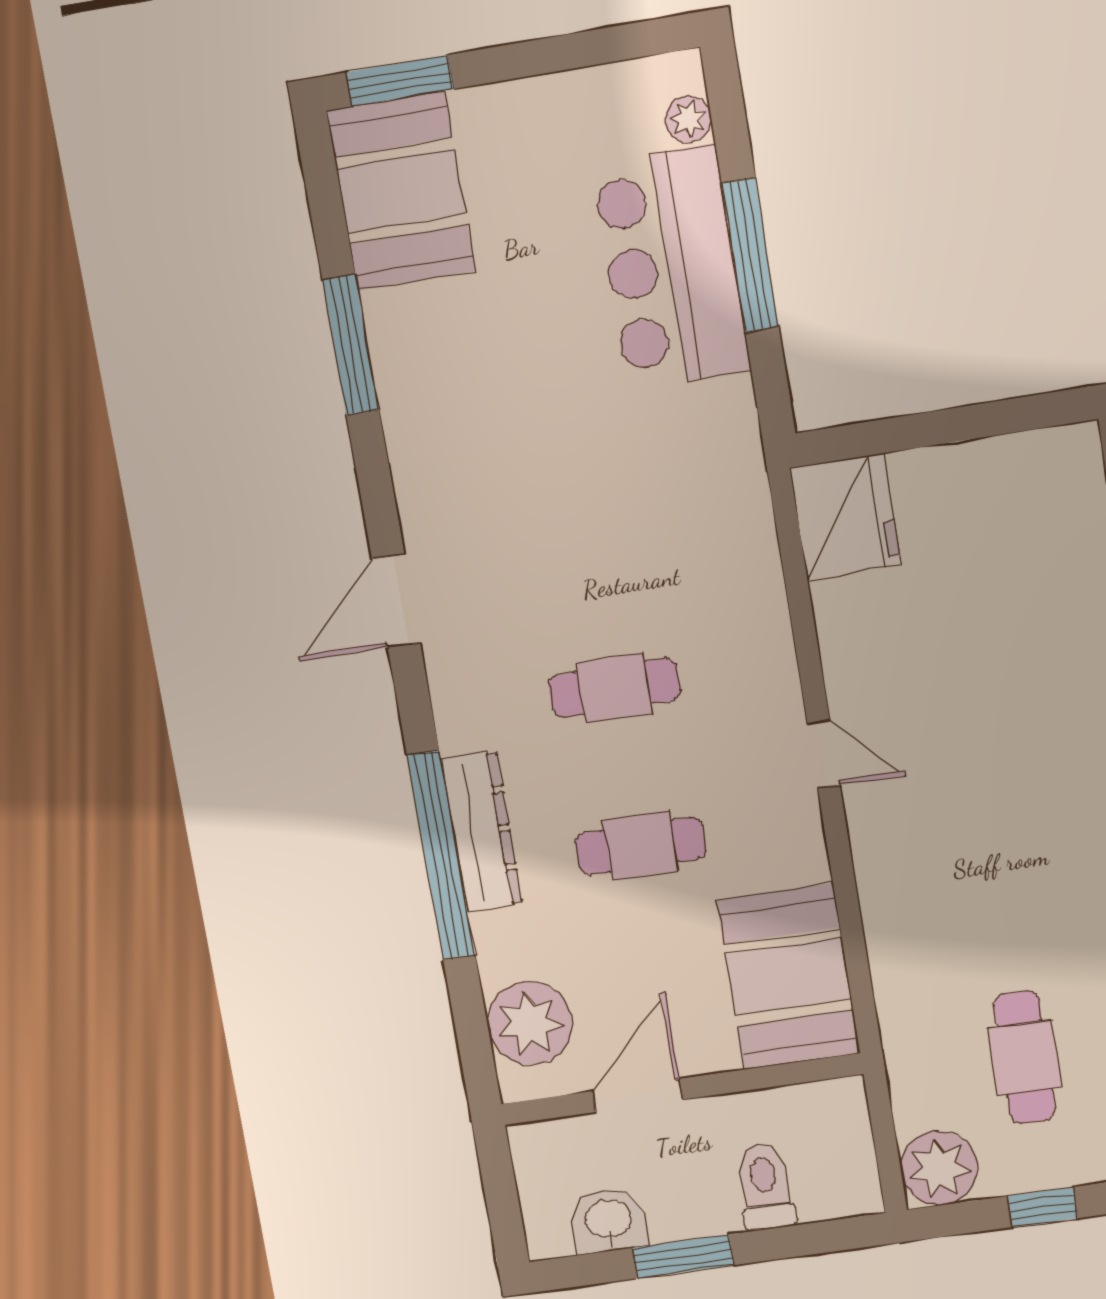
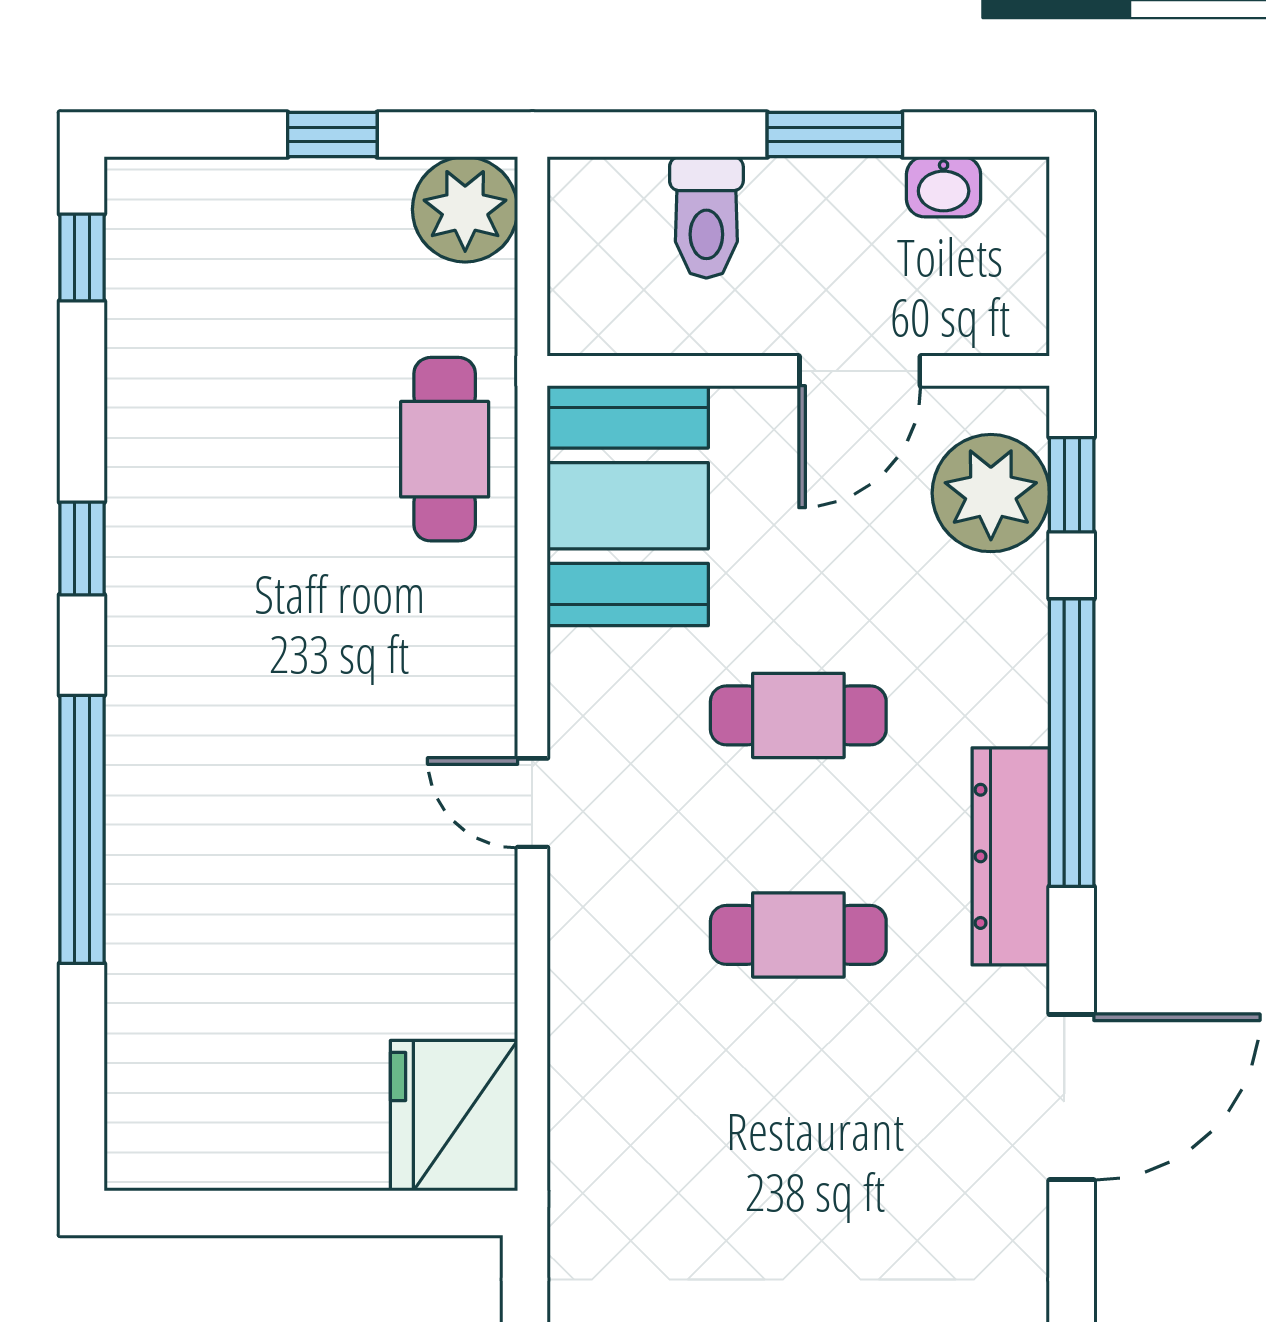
door: (396, 601) -> (1072, 1097), width x1.36
dresser: (482, 831) -> (1011, 856), moved
window: (473, 1037) -> (1072, 485), added
cafe table: (1025, 1057) -> (445, 449), moved
washbasin: (609, 1221) -> (944, 187), width x0.72, depth x0.69

